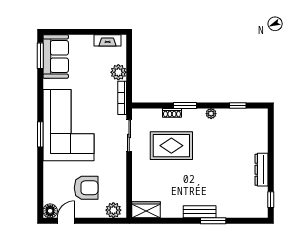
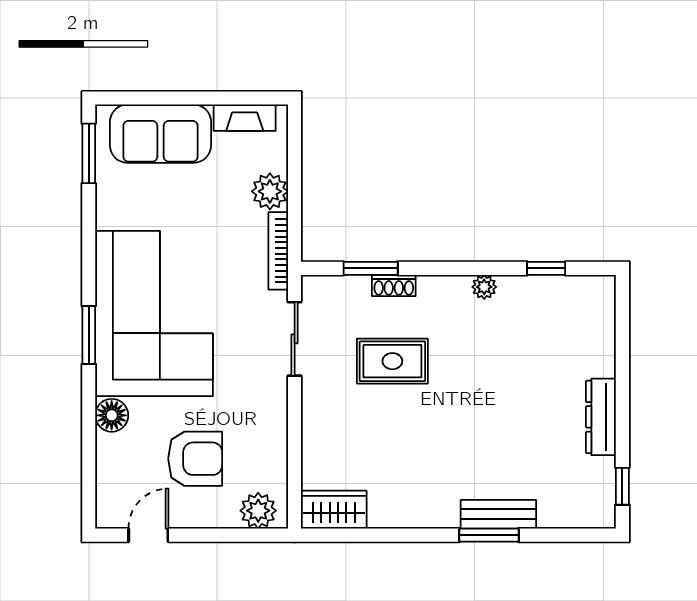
sofa: (56, 57) -> (161, 134), moved, turned 90
window: (185, 106) -> (371, 268), moved
rug: (171, 146) -> (392, 361), width x0.73, depth x0.70
floor lamp: (50, 211) -> (112, 415), moved
bench: (200, 212) -> (498, 514), moved

